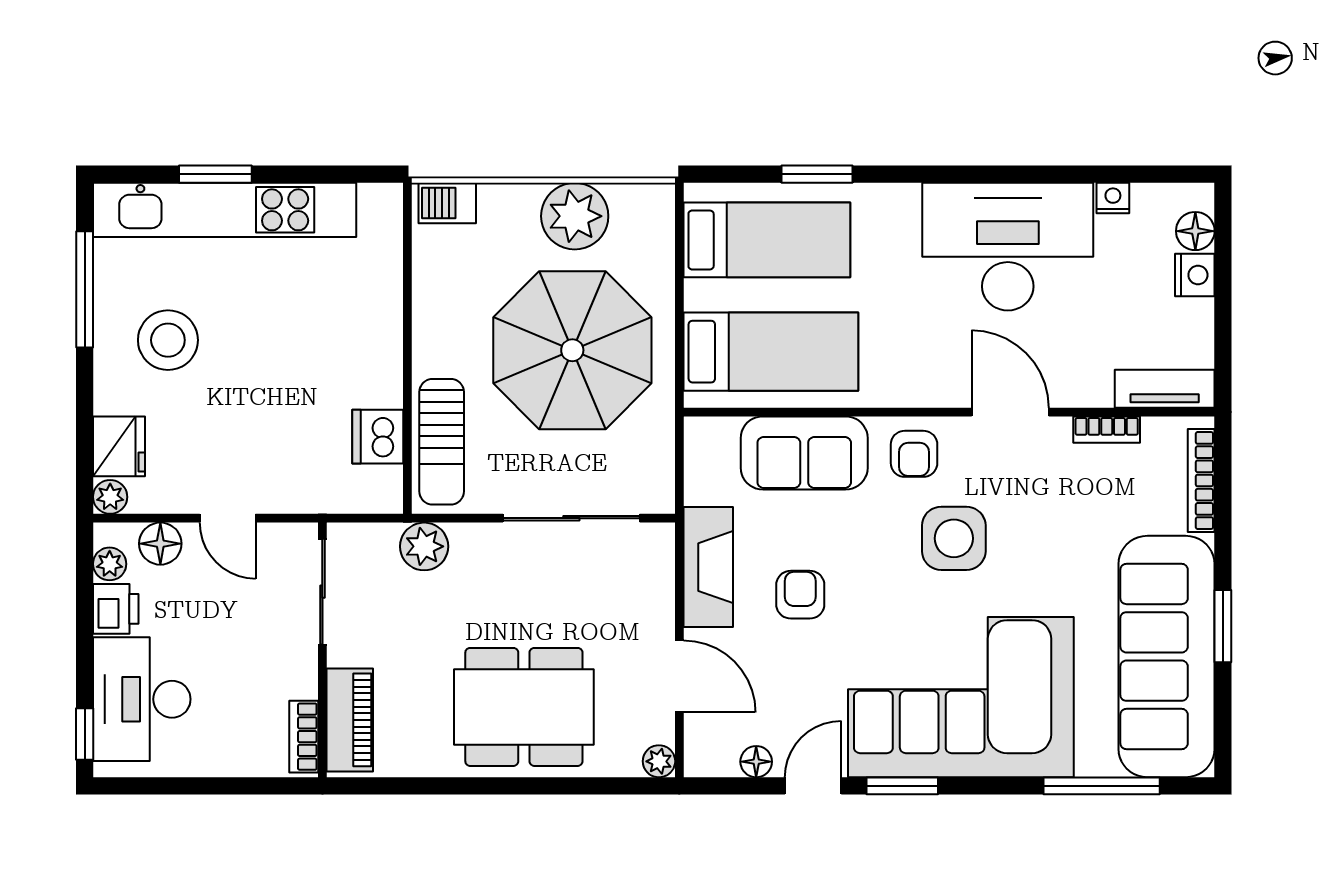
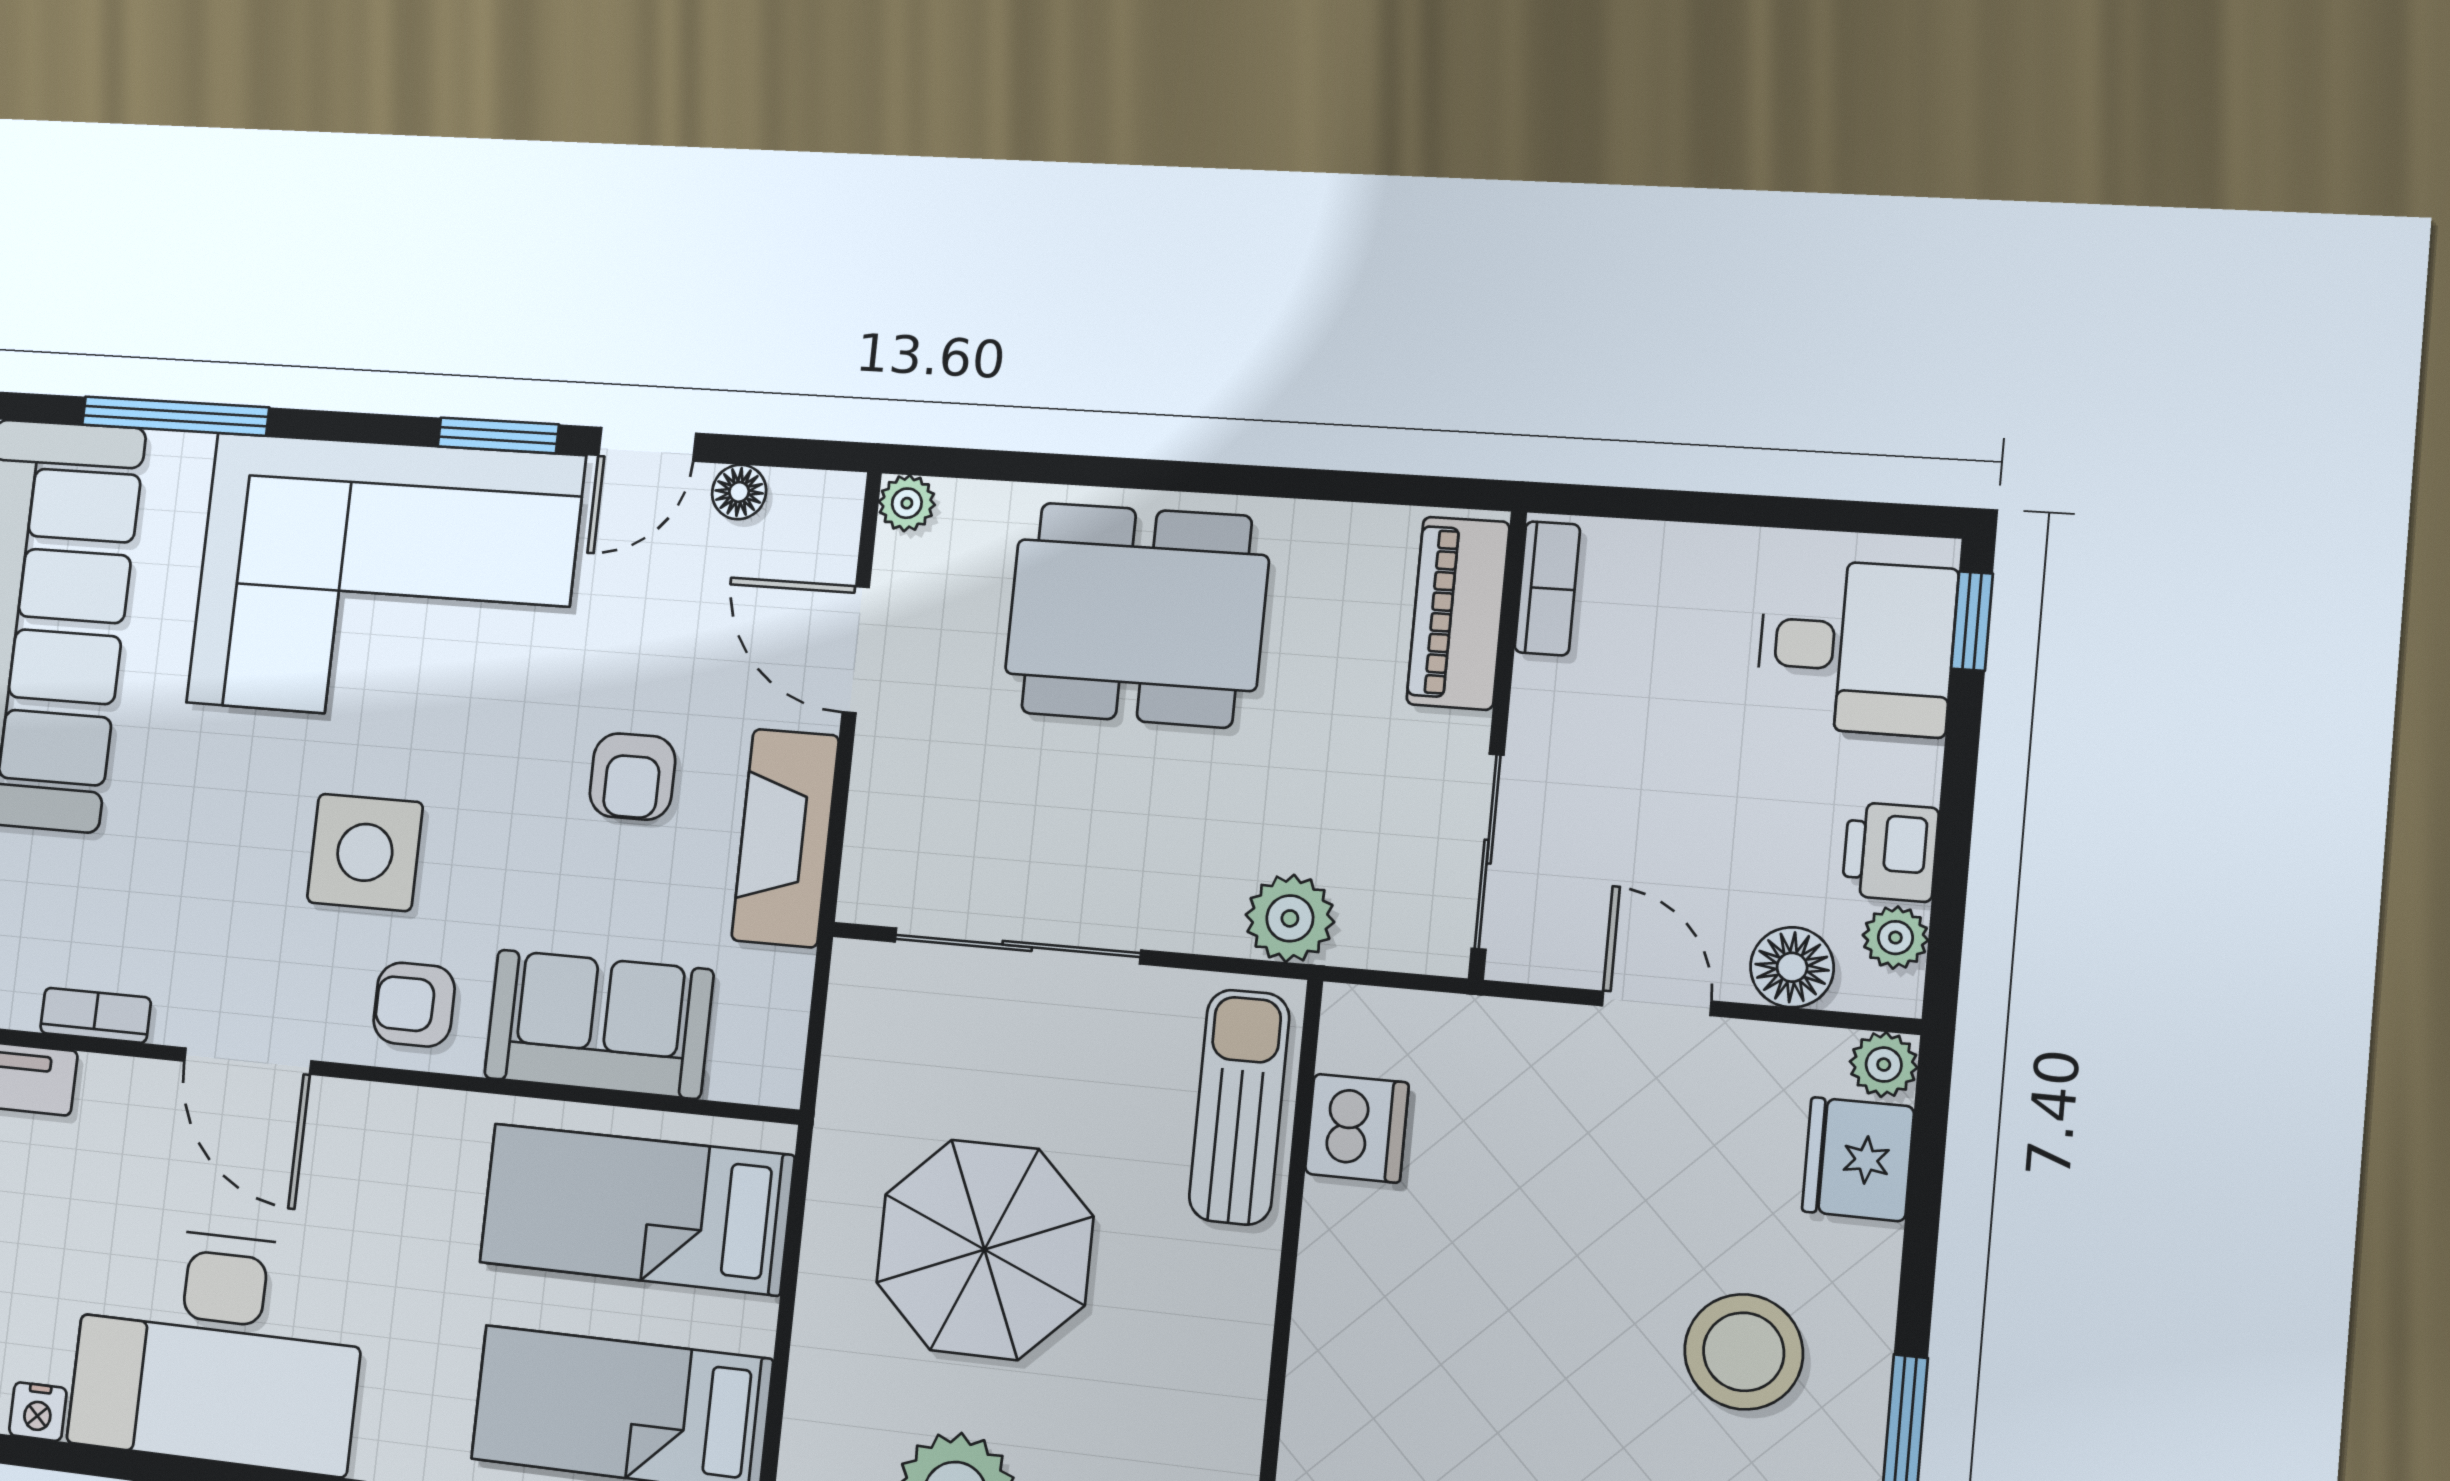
parasol: (572, 350) -> (985, 1250), width x0.73, depth x0.73
armchair: (914, 454) -> (414, 1005), turned -90
desk: (142, 699) -> (1856, 647), width x0.73

